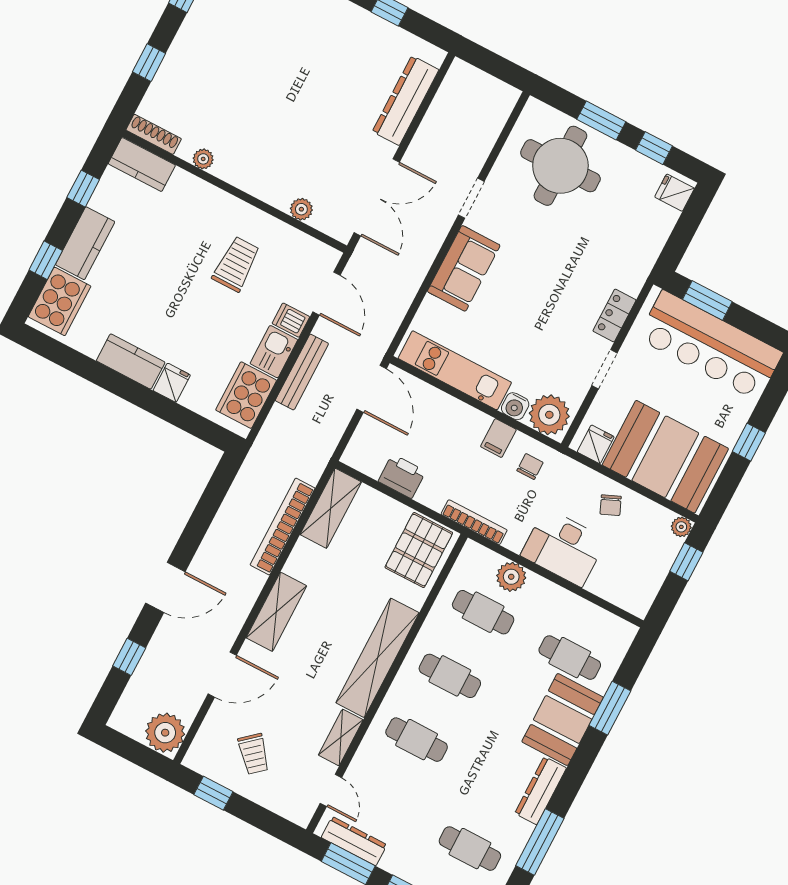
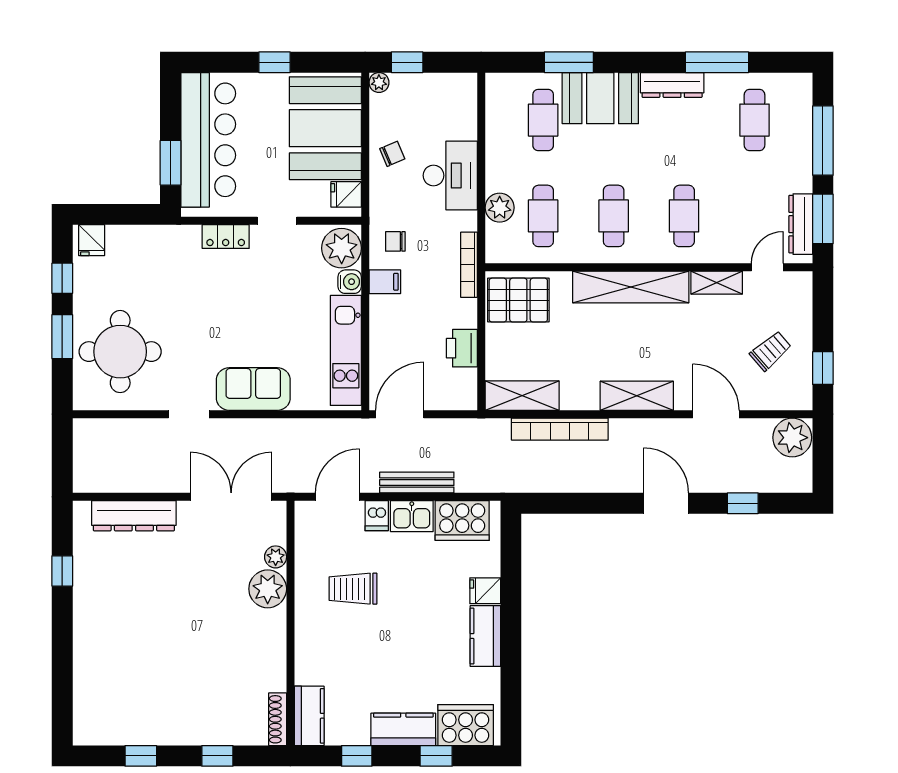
plant: (203, 159) -> (268, 589), moved, width x1.88, depth x1.88

